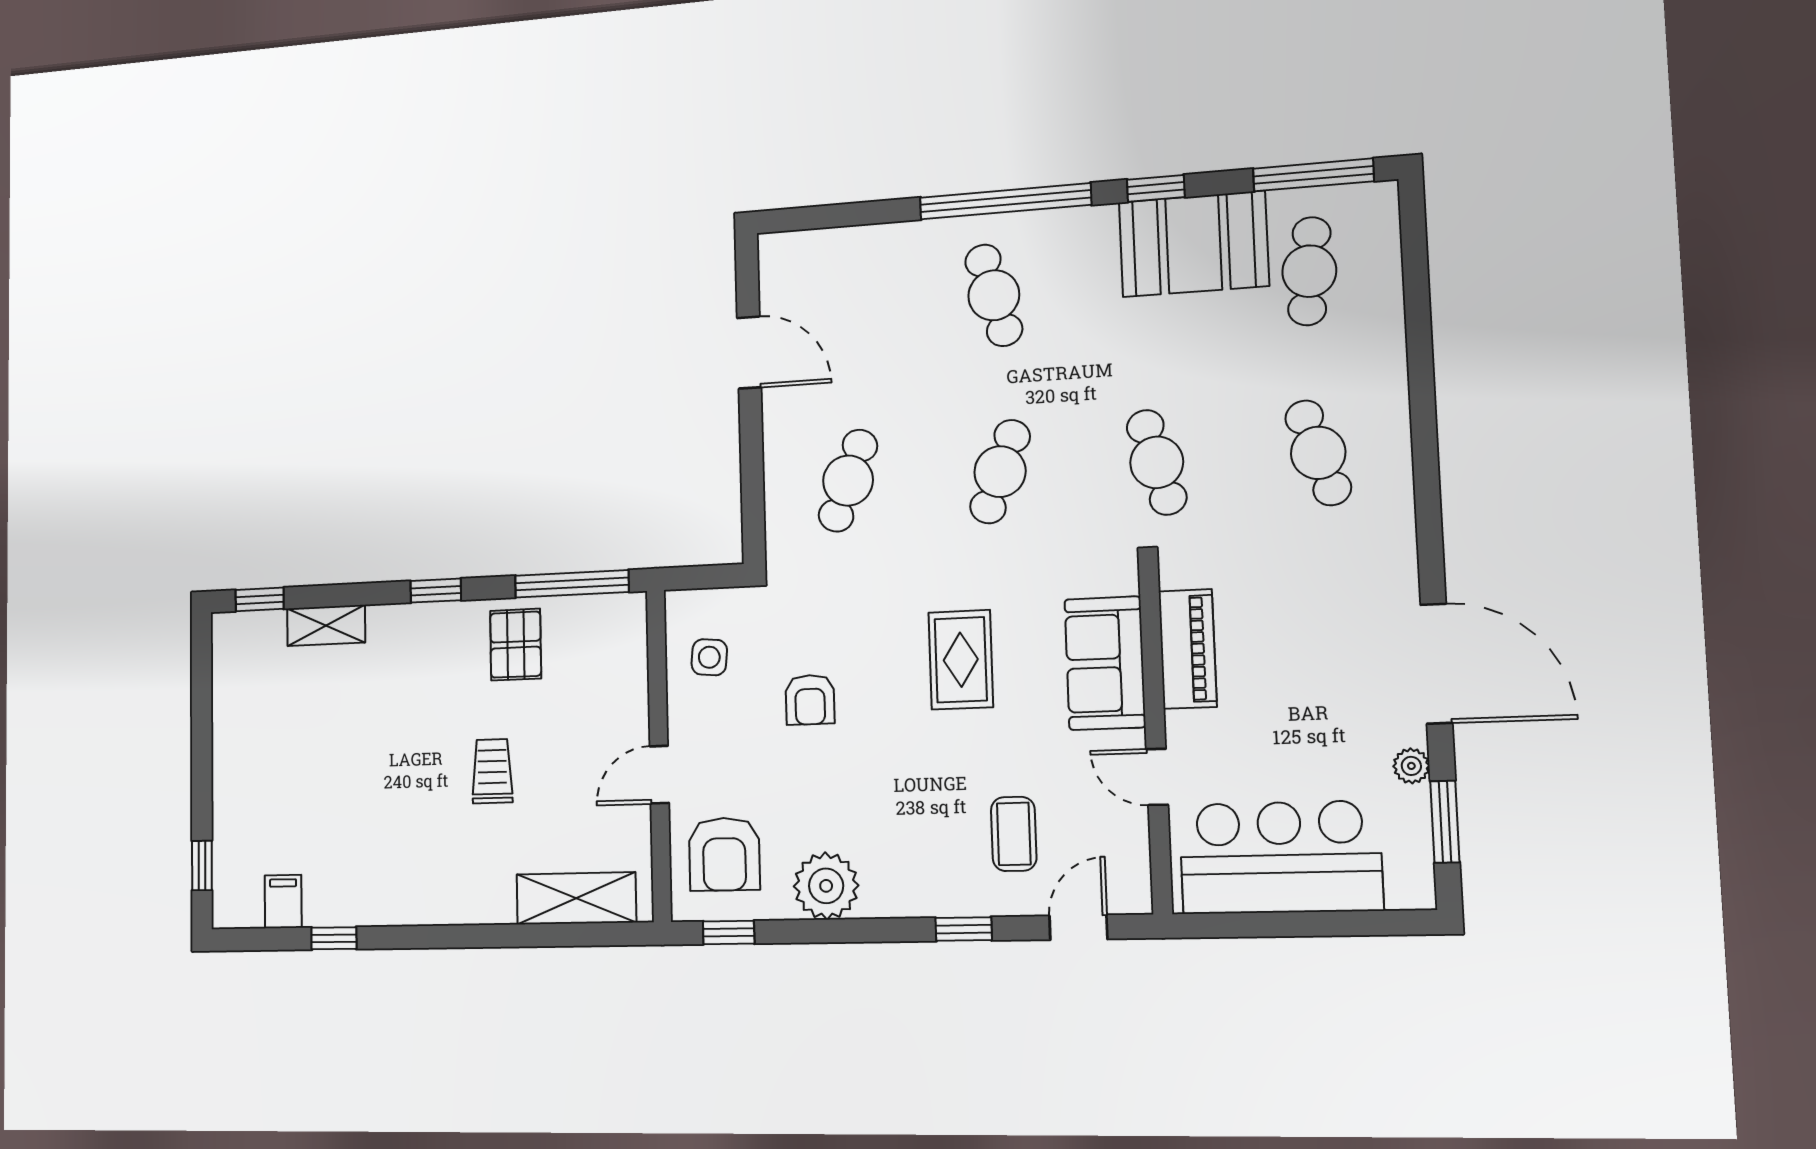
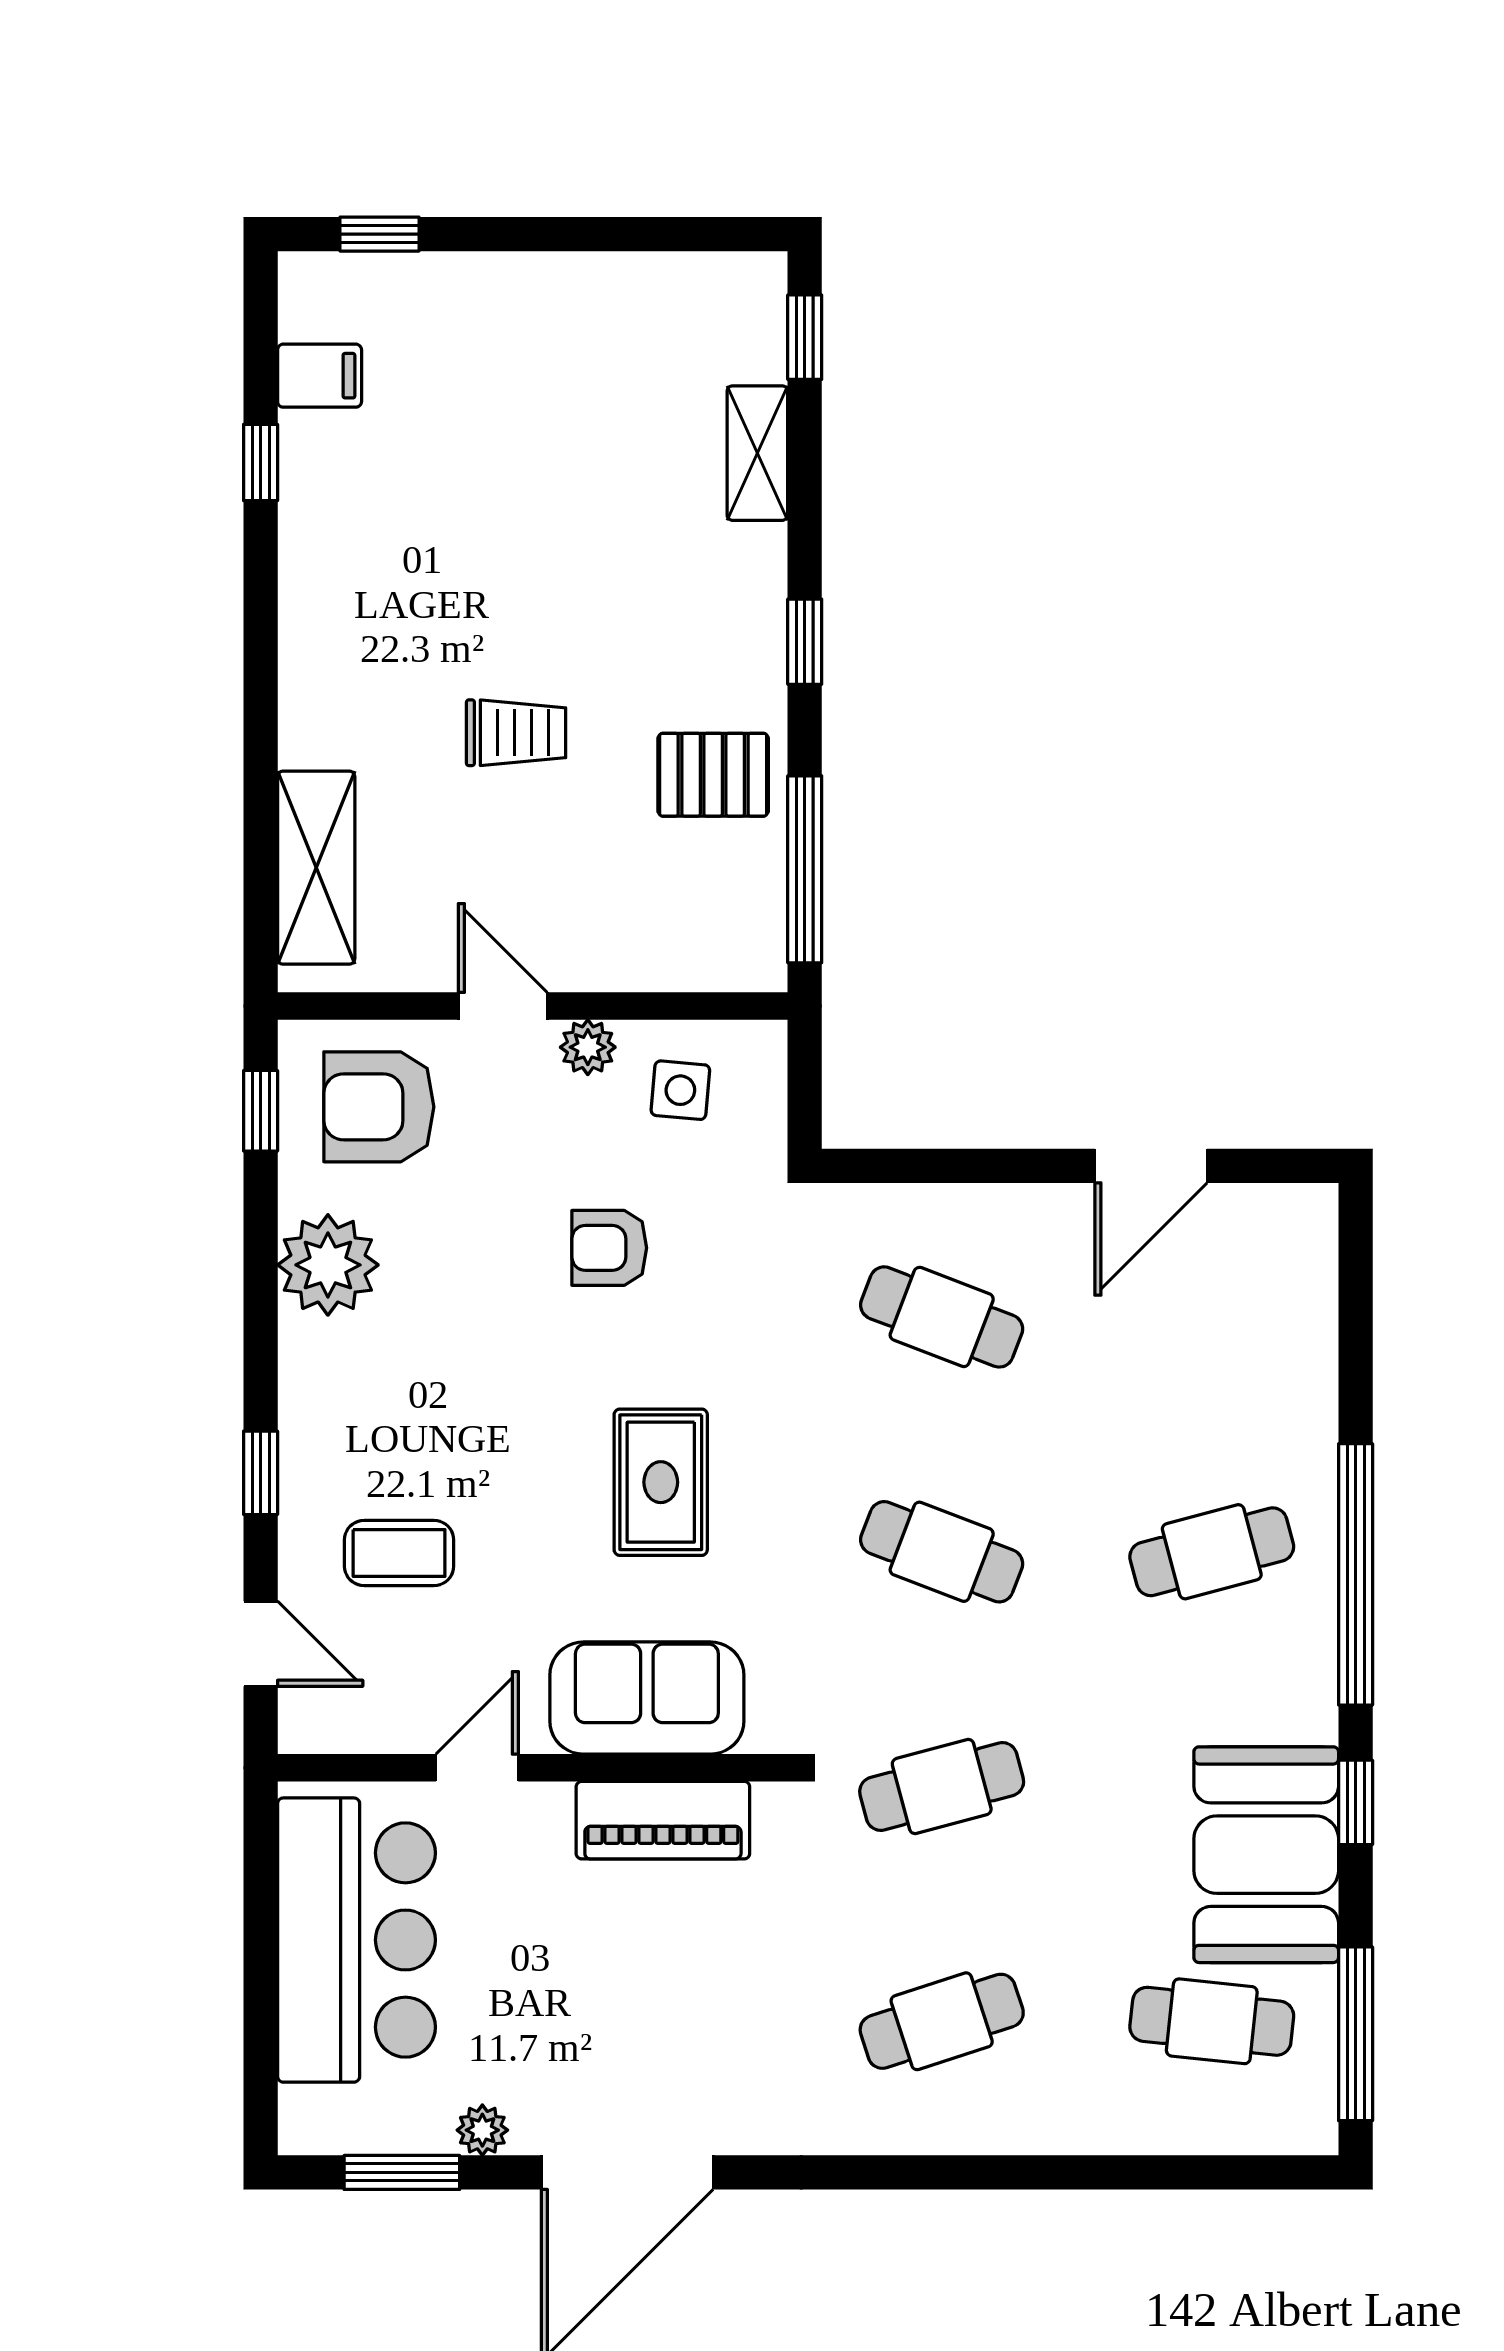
rug: (961, 660) -> (661, 1482), turned 90
plant: (684, 718) -> (588, 1047), added

